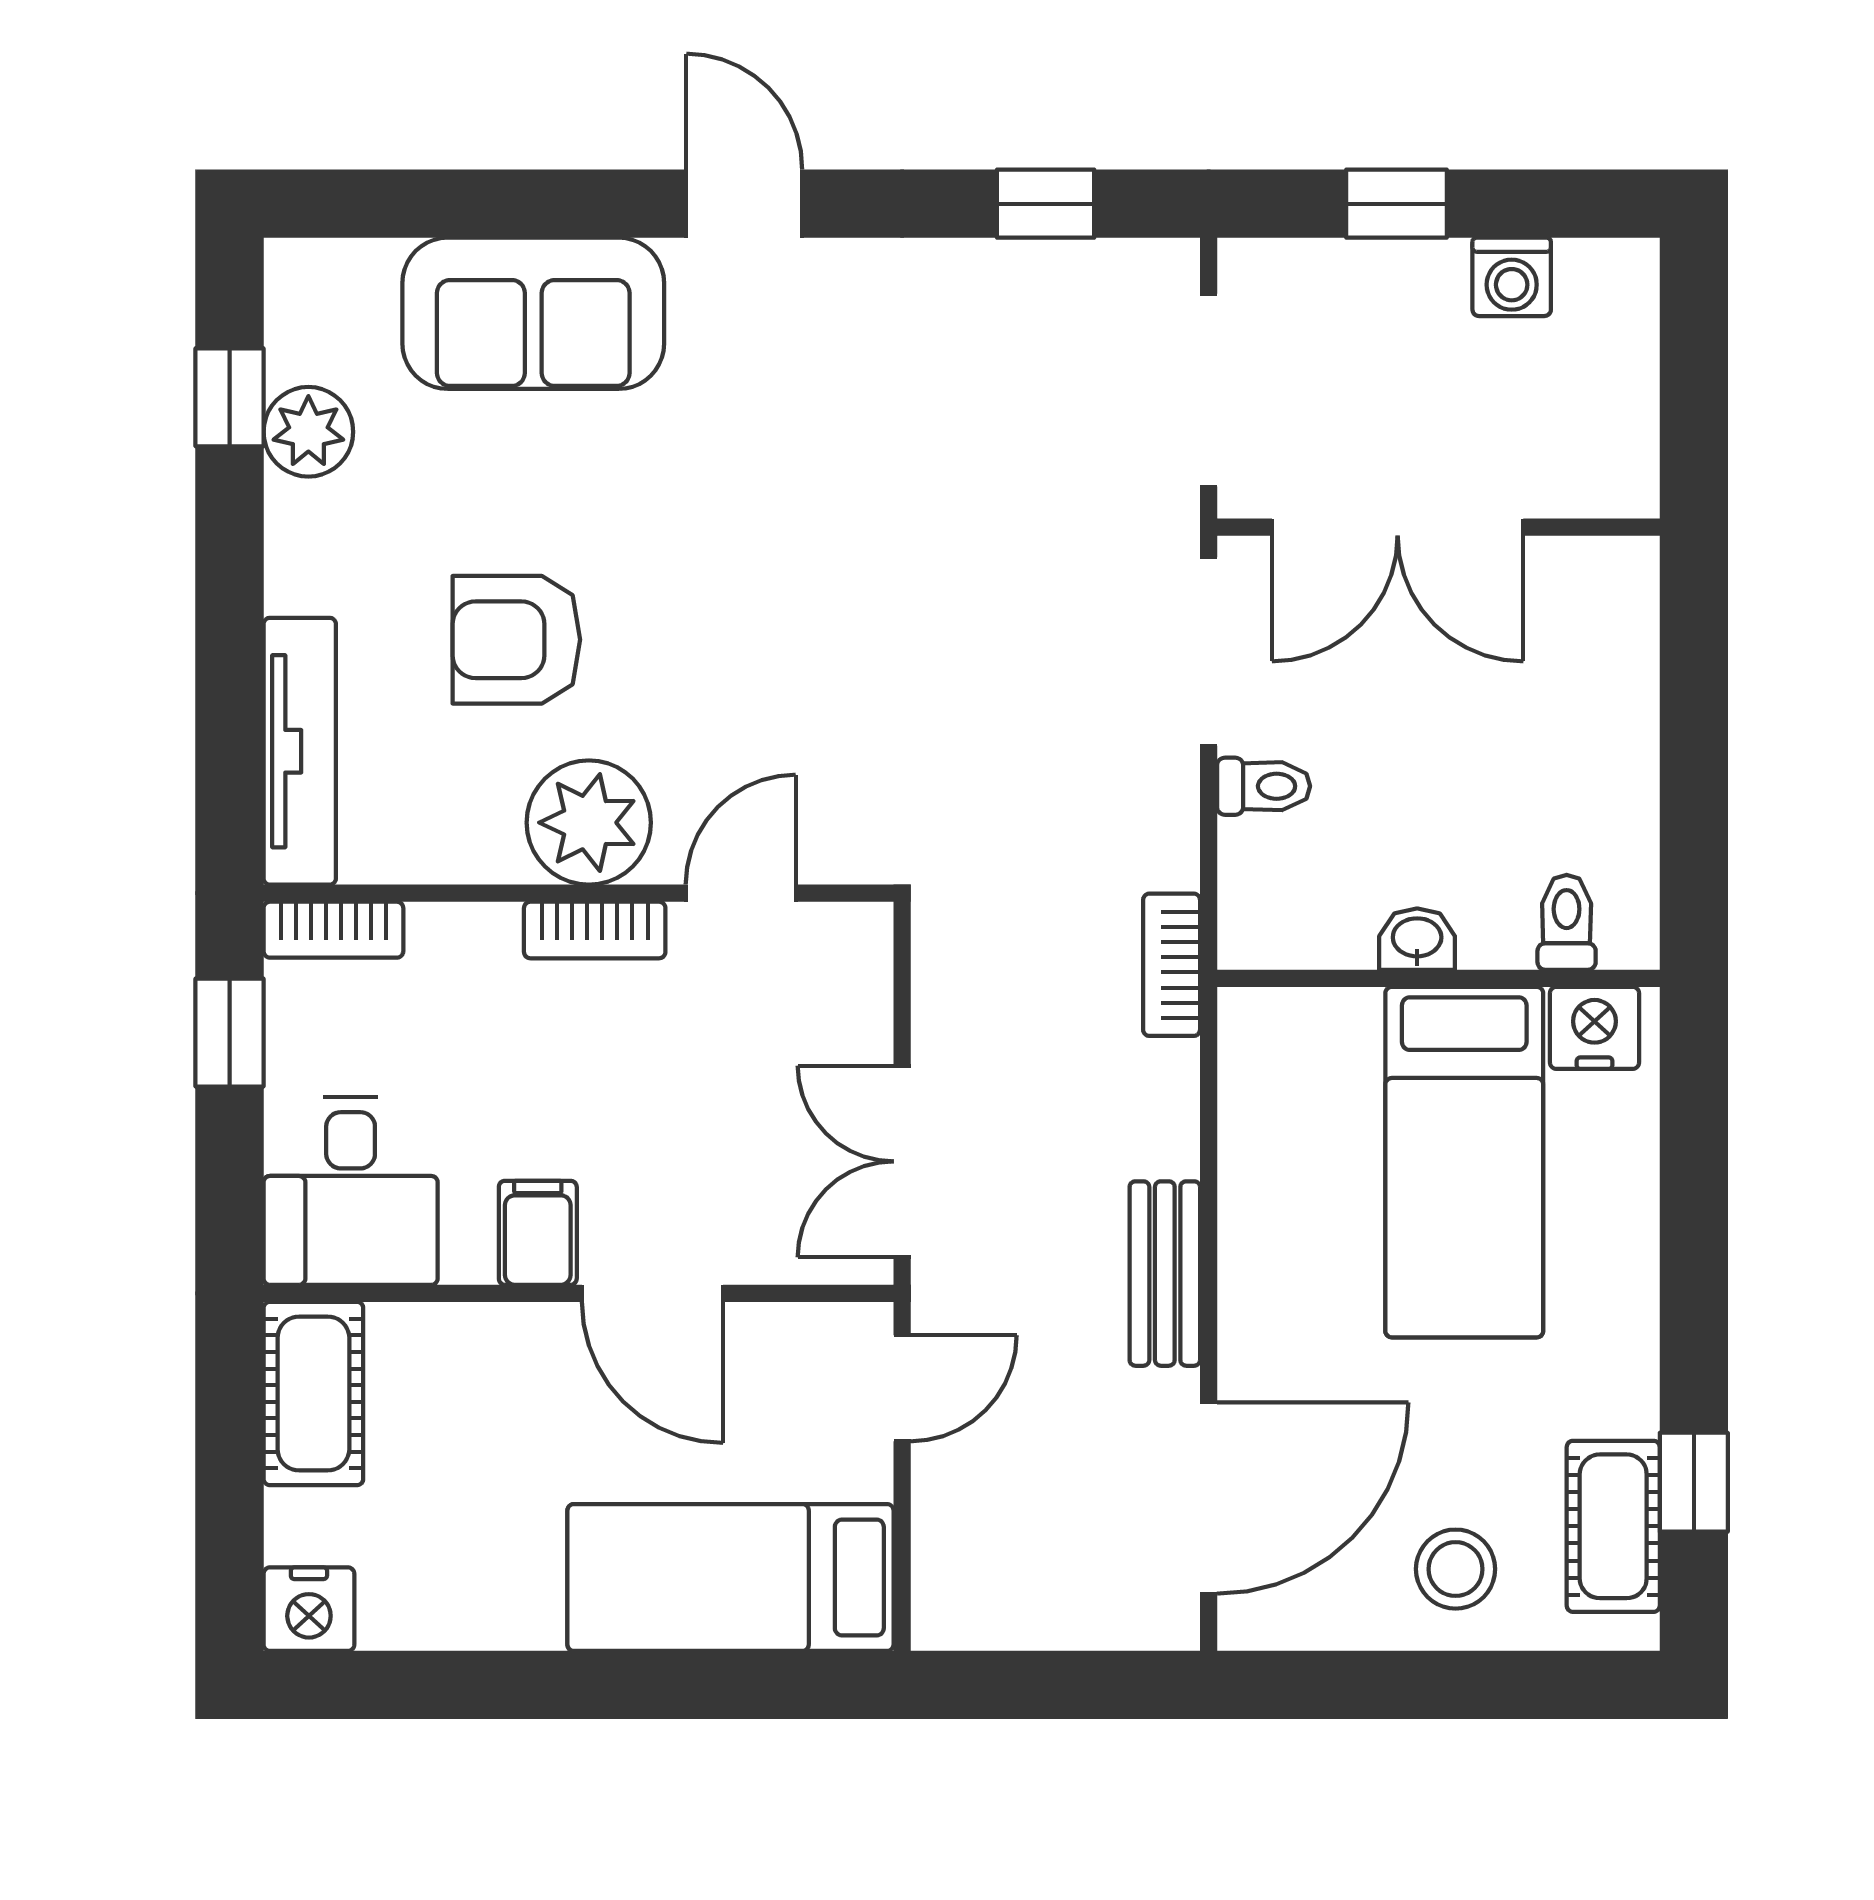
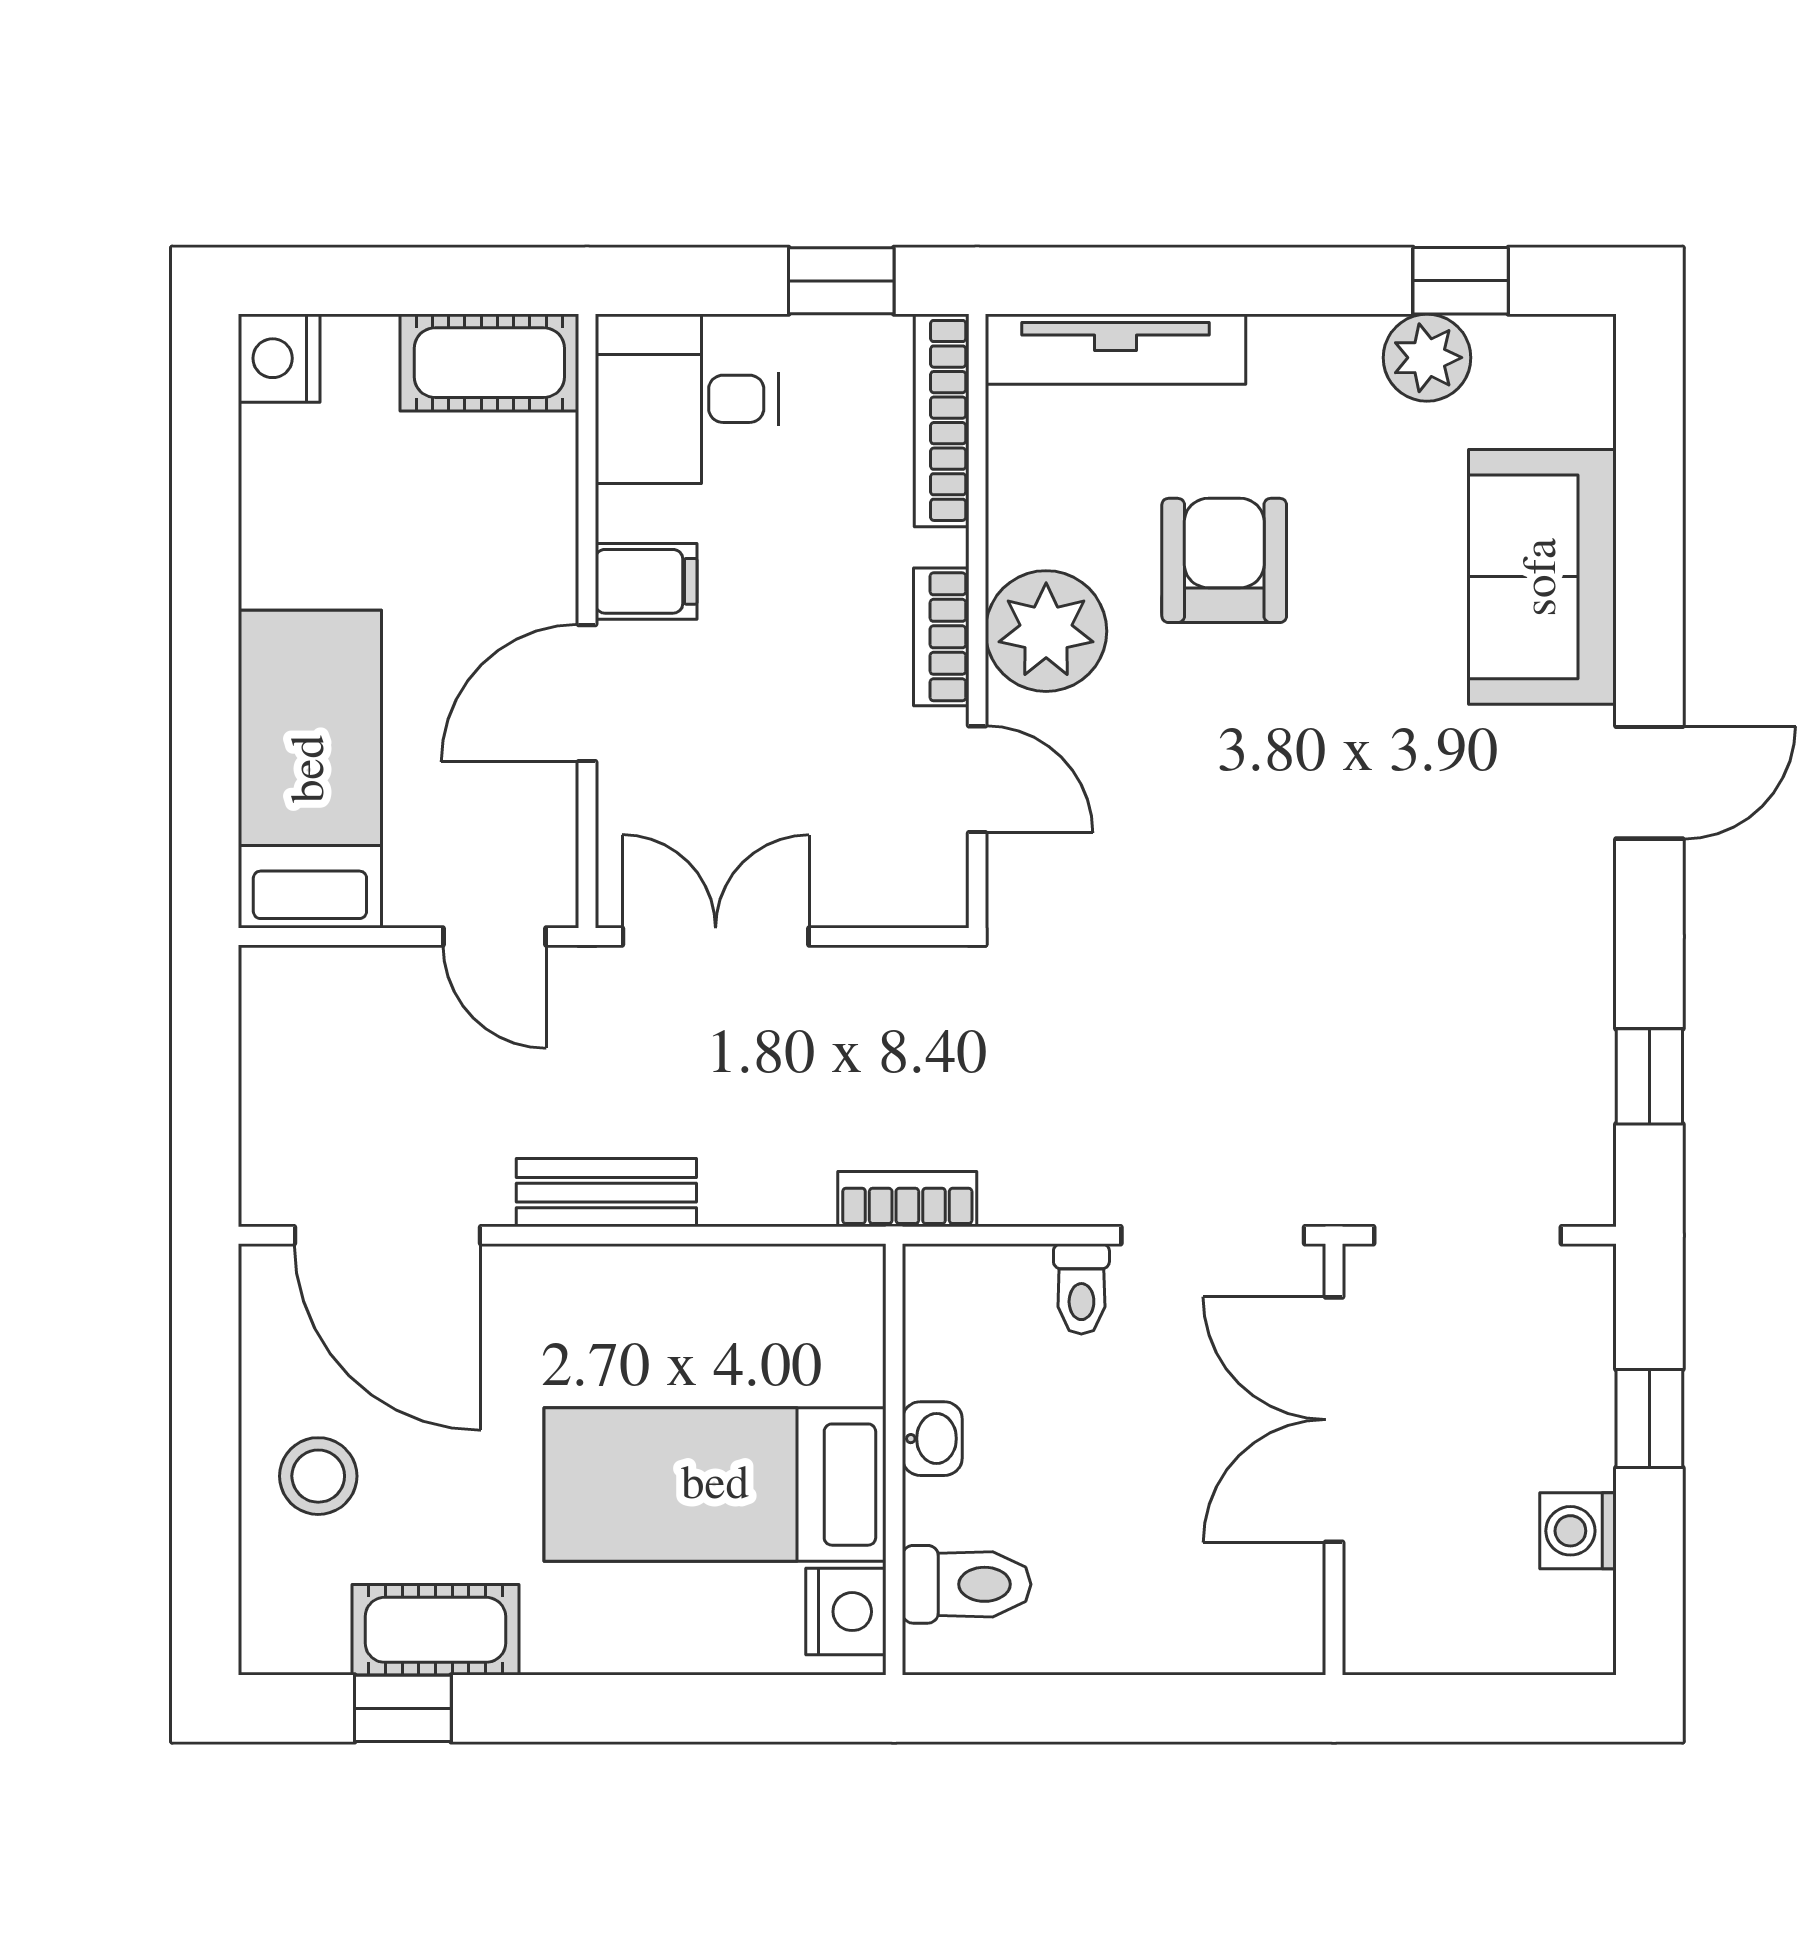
toilet: (1567, 922) -> (967, 1584), width x1.37, depth x1.39
bookcase: (333, 930) -> (942, 420), width x1.56
cot: (1613, 1526) -> (435, 1630), moved

